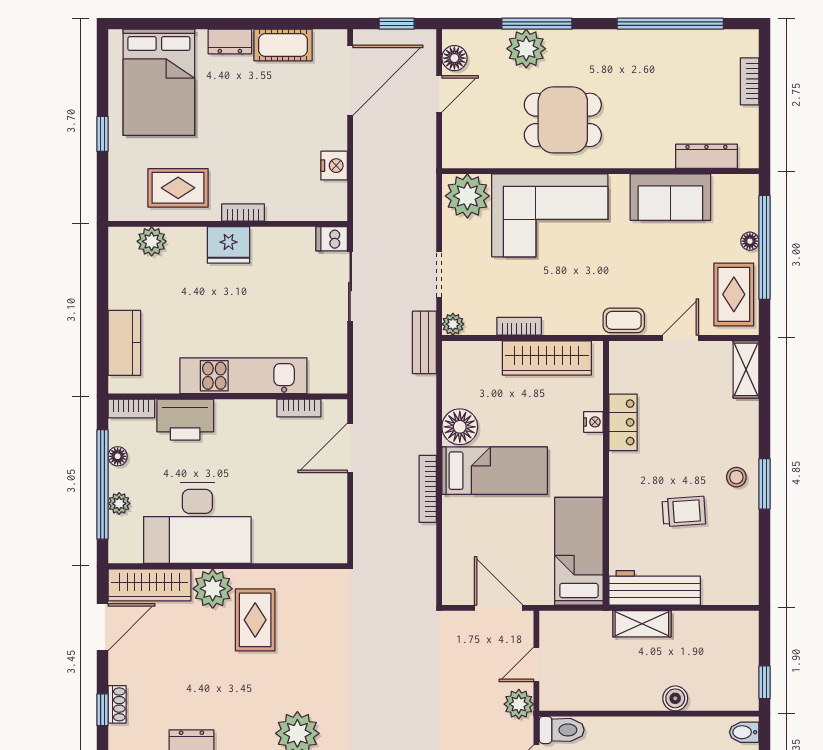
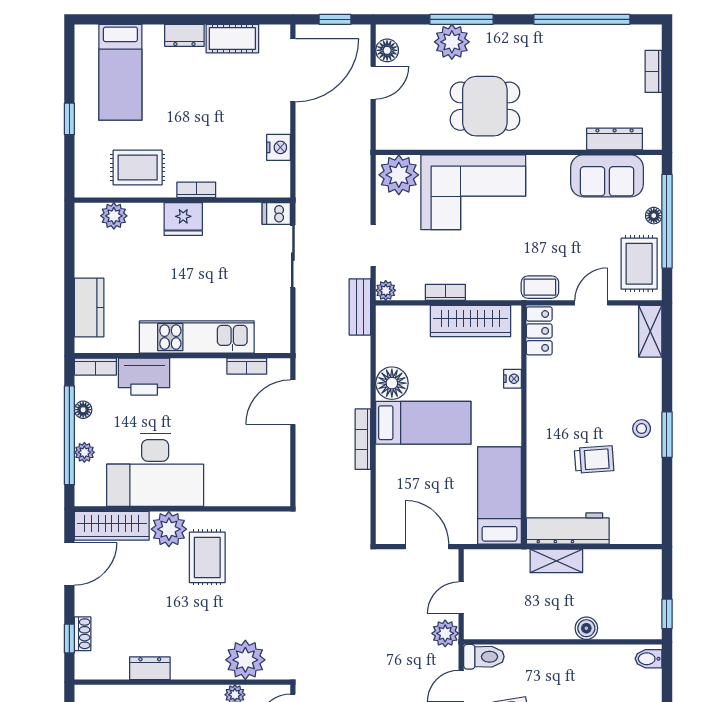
bed: (159, 82) -> (120, 72), width x0.67
sofa: (670, 197) -> (607, 176), moved
locker: (623, 422) -> (539, 331), moved

